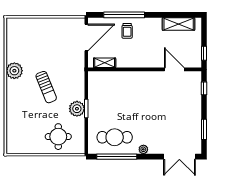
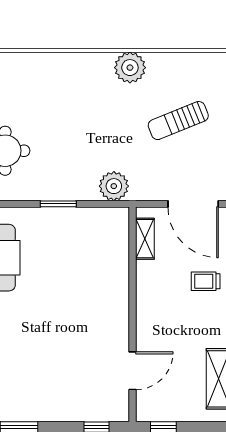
sun lounger: (46, 87) -> (178, 121), moved
plant: (77, 109) -> (114, 186), moved

